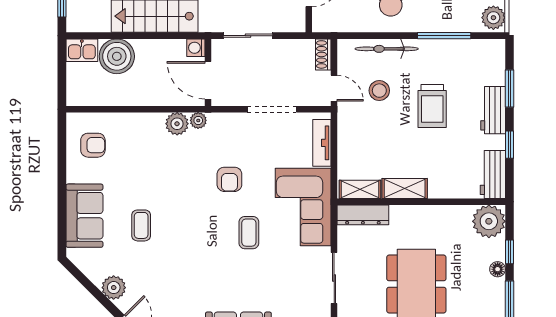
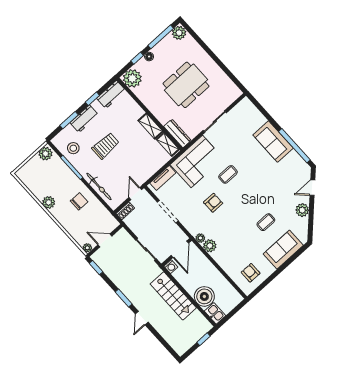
stool: (379, 91) -> (73, 148), moved

